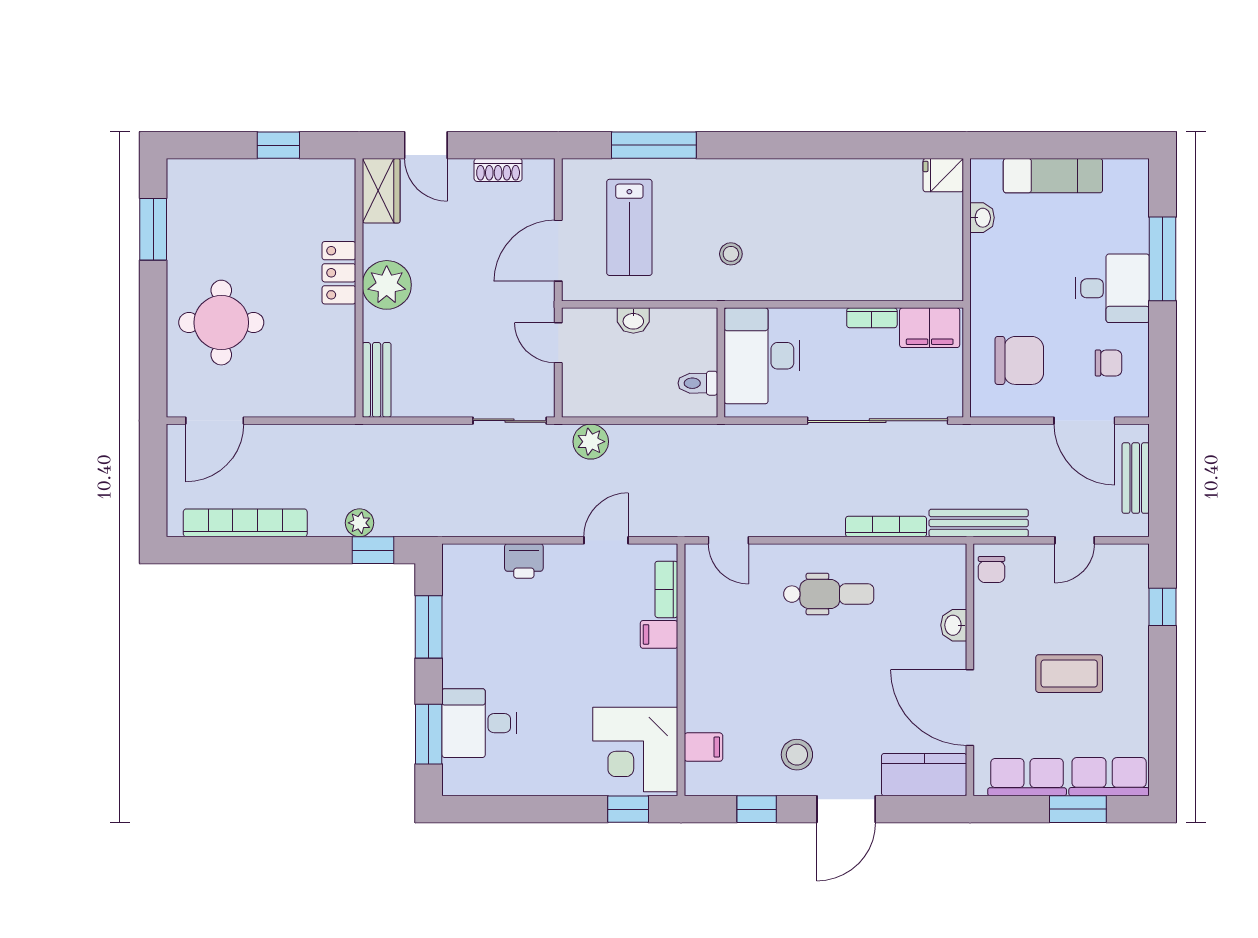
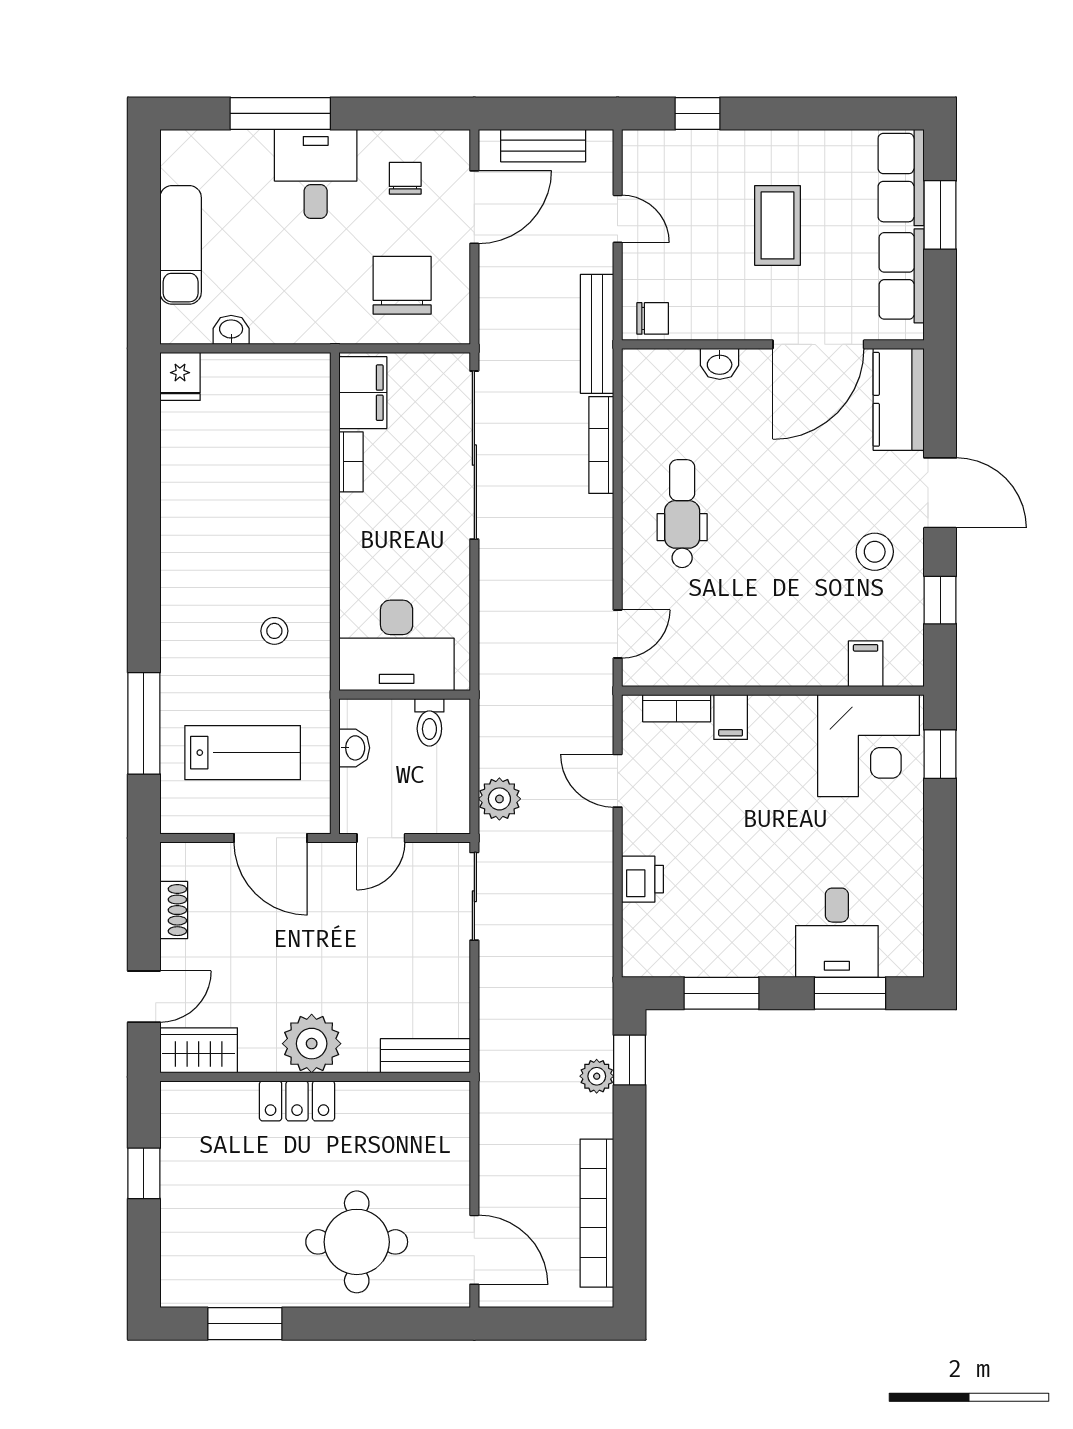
desk: (762, 356) -> (397, 645), moved
wall: (721, 363) -> (405, 695), moved
toilet: (698, 383) -> (429, 722), moved

